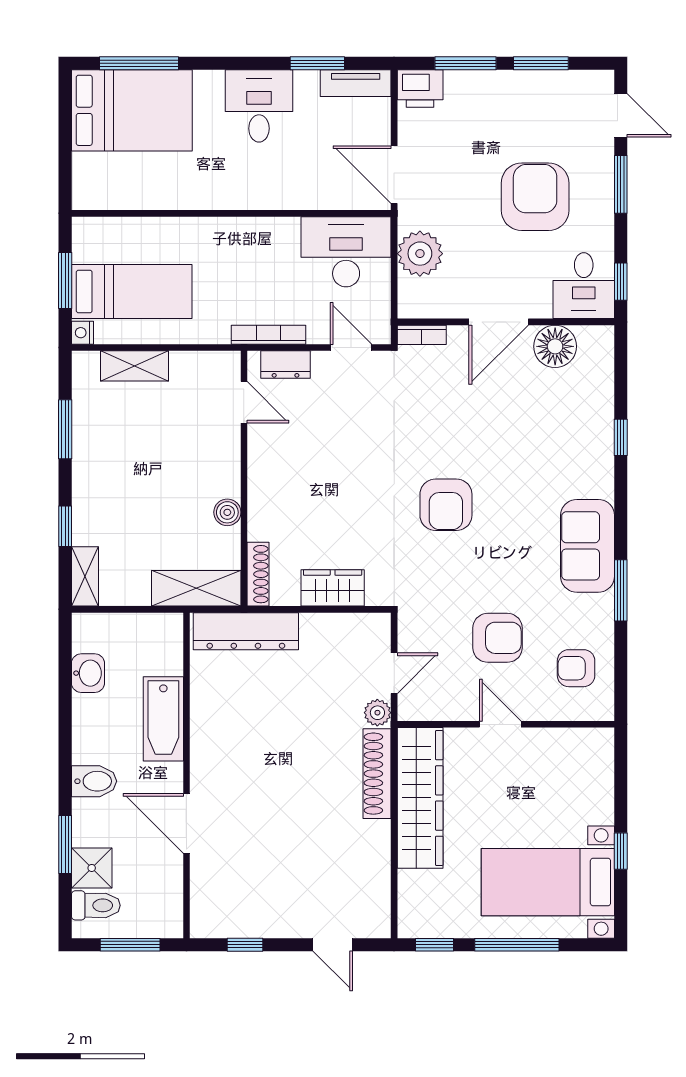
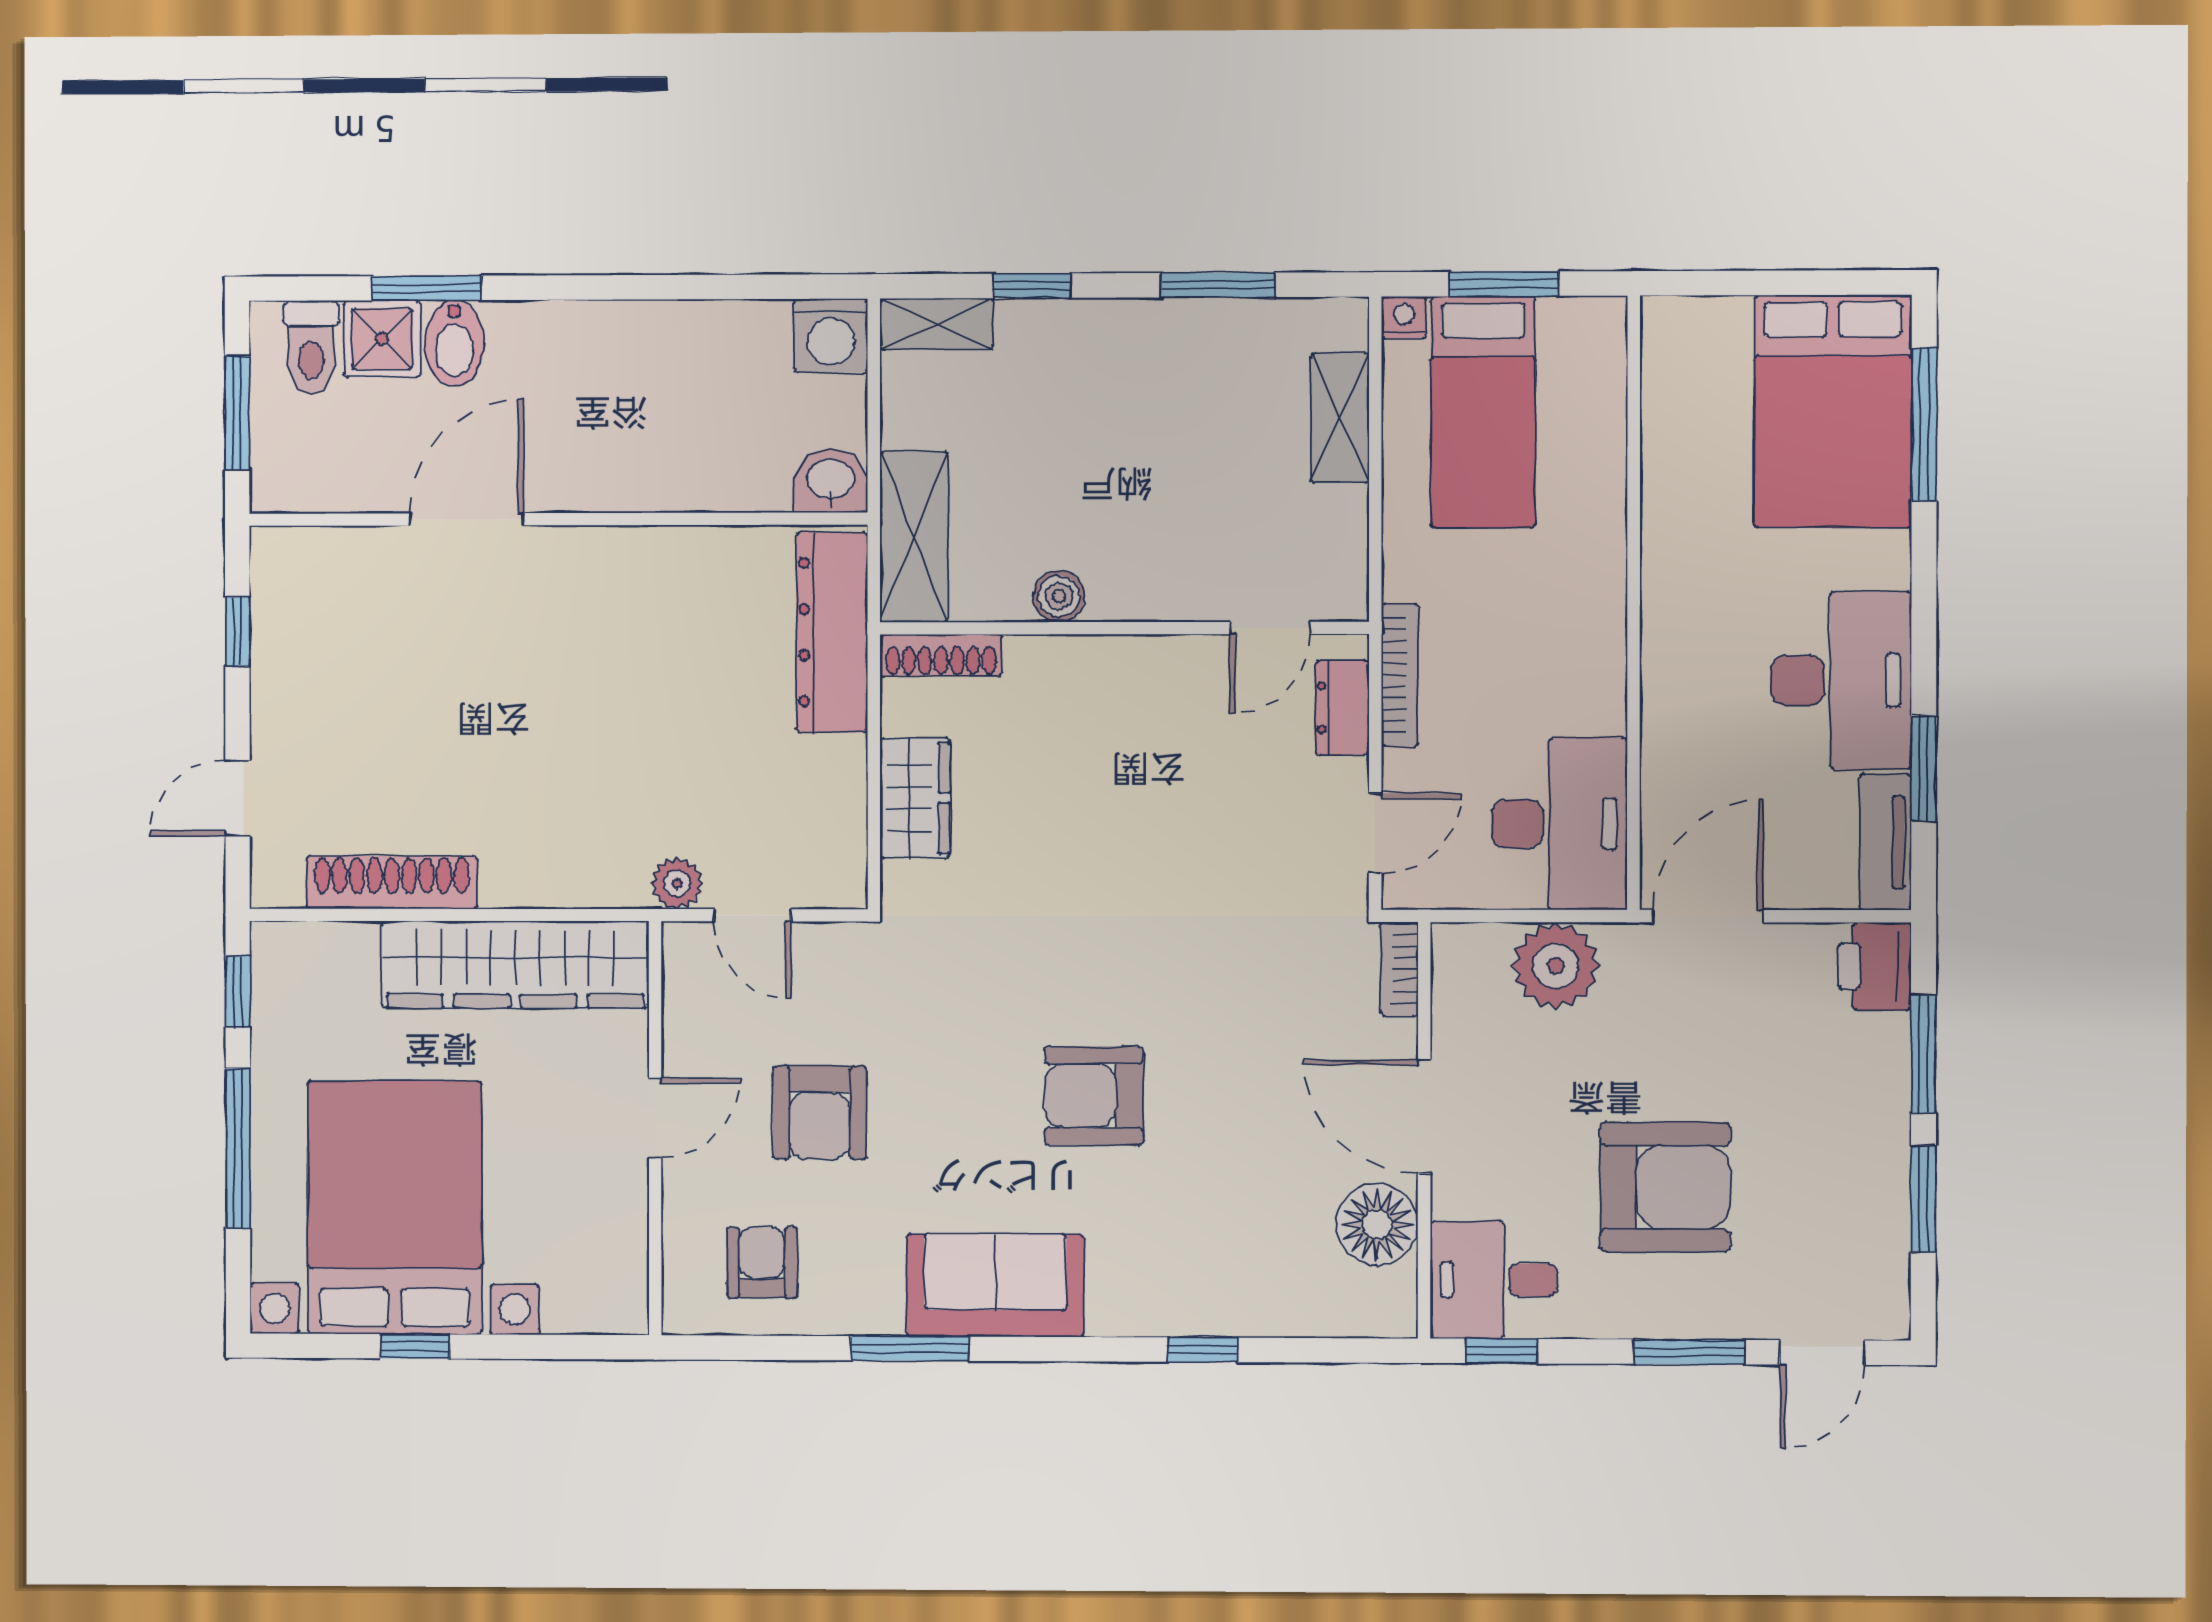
desk: (259, 106) -> (1841, 680), width x1.37
armchair: (446, 505) -> (1094, 1096), moved
washing machine: (91, 632) -> (831, 336), added
washbasin: (88, 673) -> (830, 481), moved, turned 180
bathtub: (163, 719) -> (665, 475), removed
shoe rack: (377, 774) -> (392, 882), moved
bidet: (94, 781) -> (455, 343), moved
bed with nightstands: (548, 882) -> (395, 1208), width x1.36

